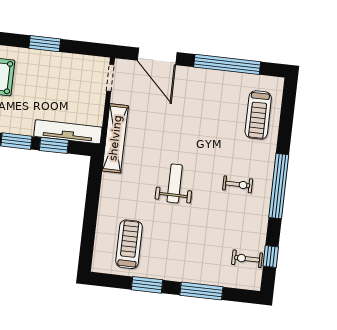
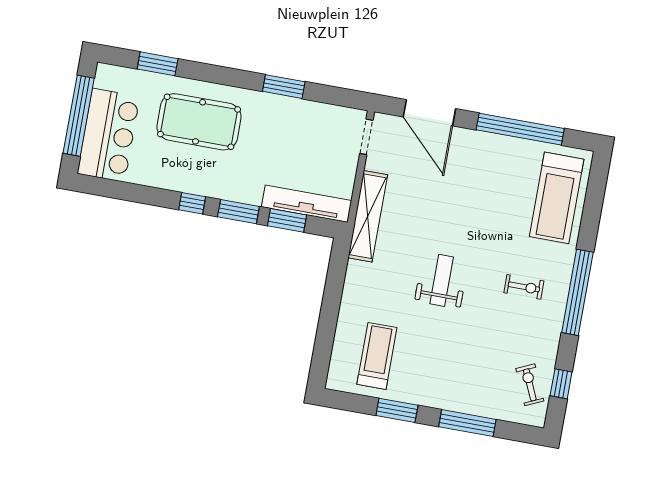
treadmill: (258, 115) -> (557, 198), width x1.37, depth x1.37
exercise bike: (247, 259) -> (530, 385), turned 66

